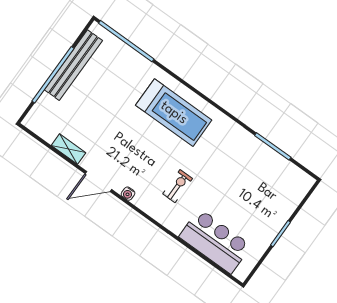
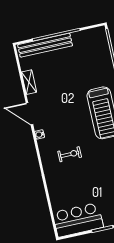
bench: (73, 65) -> (45, 45), moved
bar counter: (215, 241) -> (78, 220), moved, turned -90

